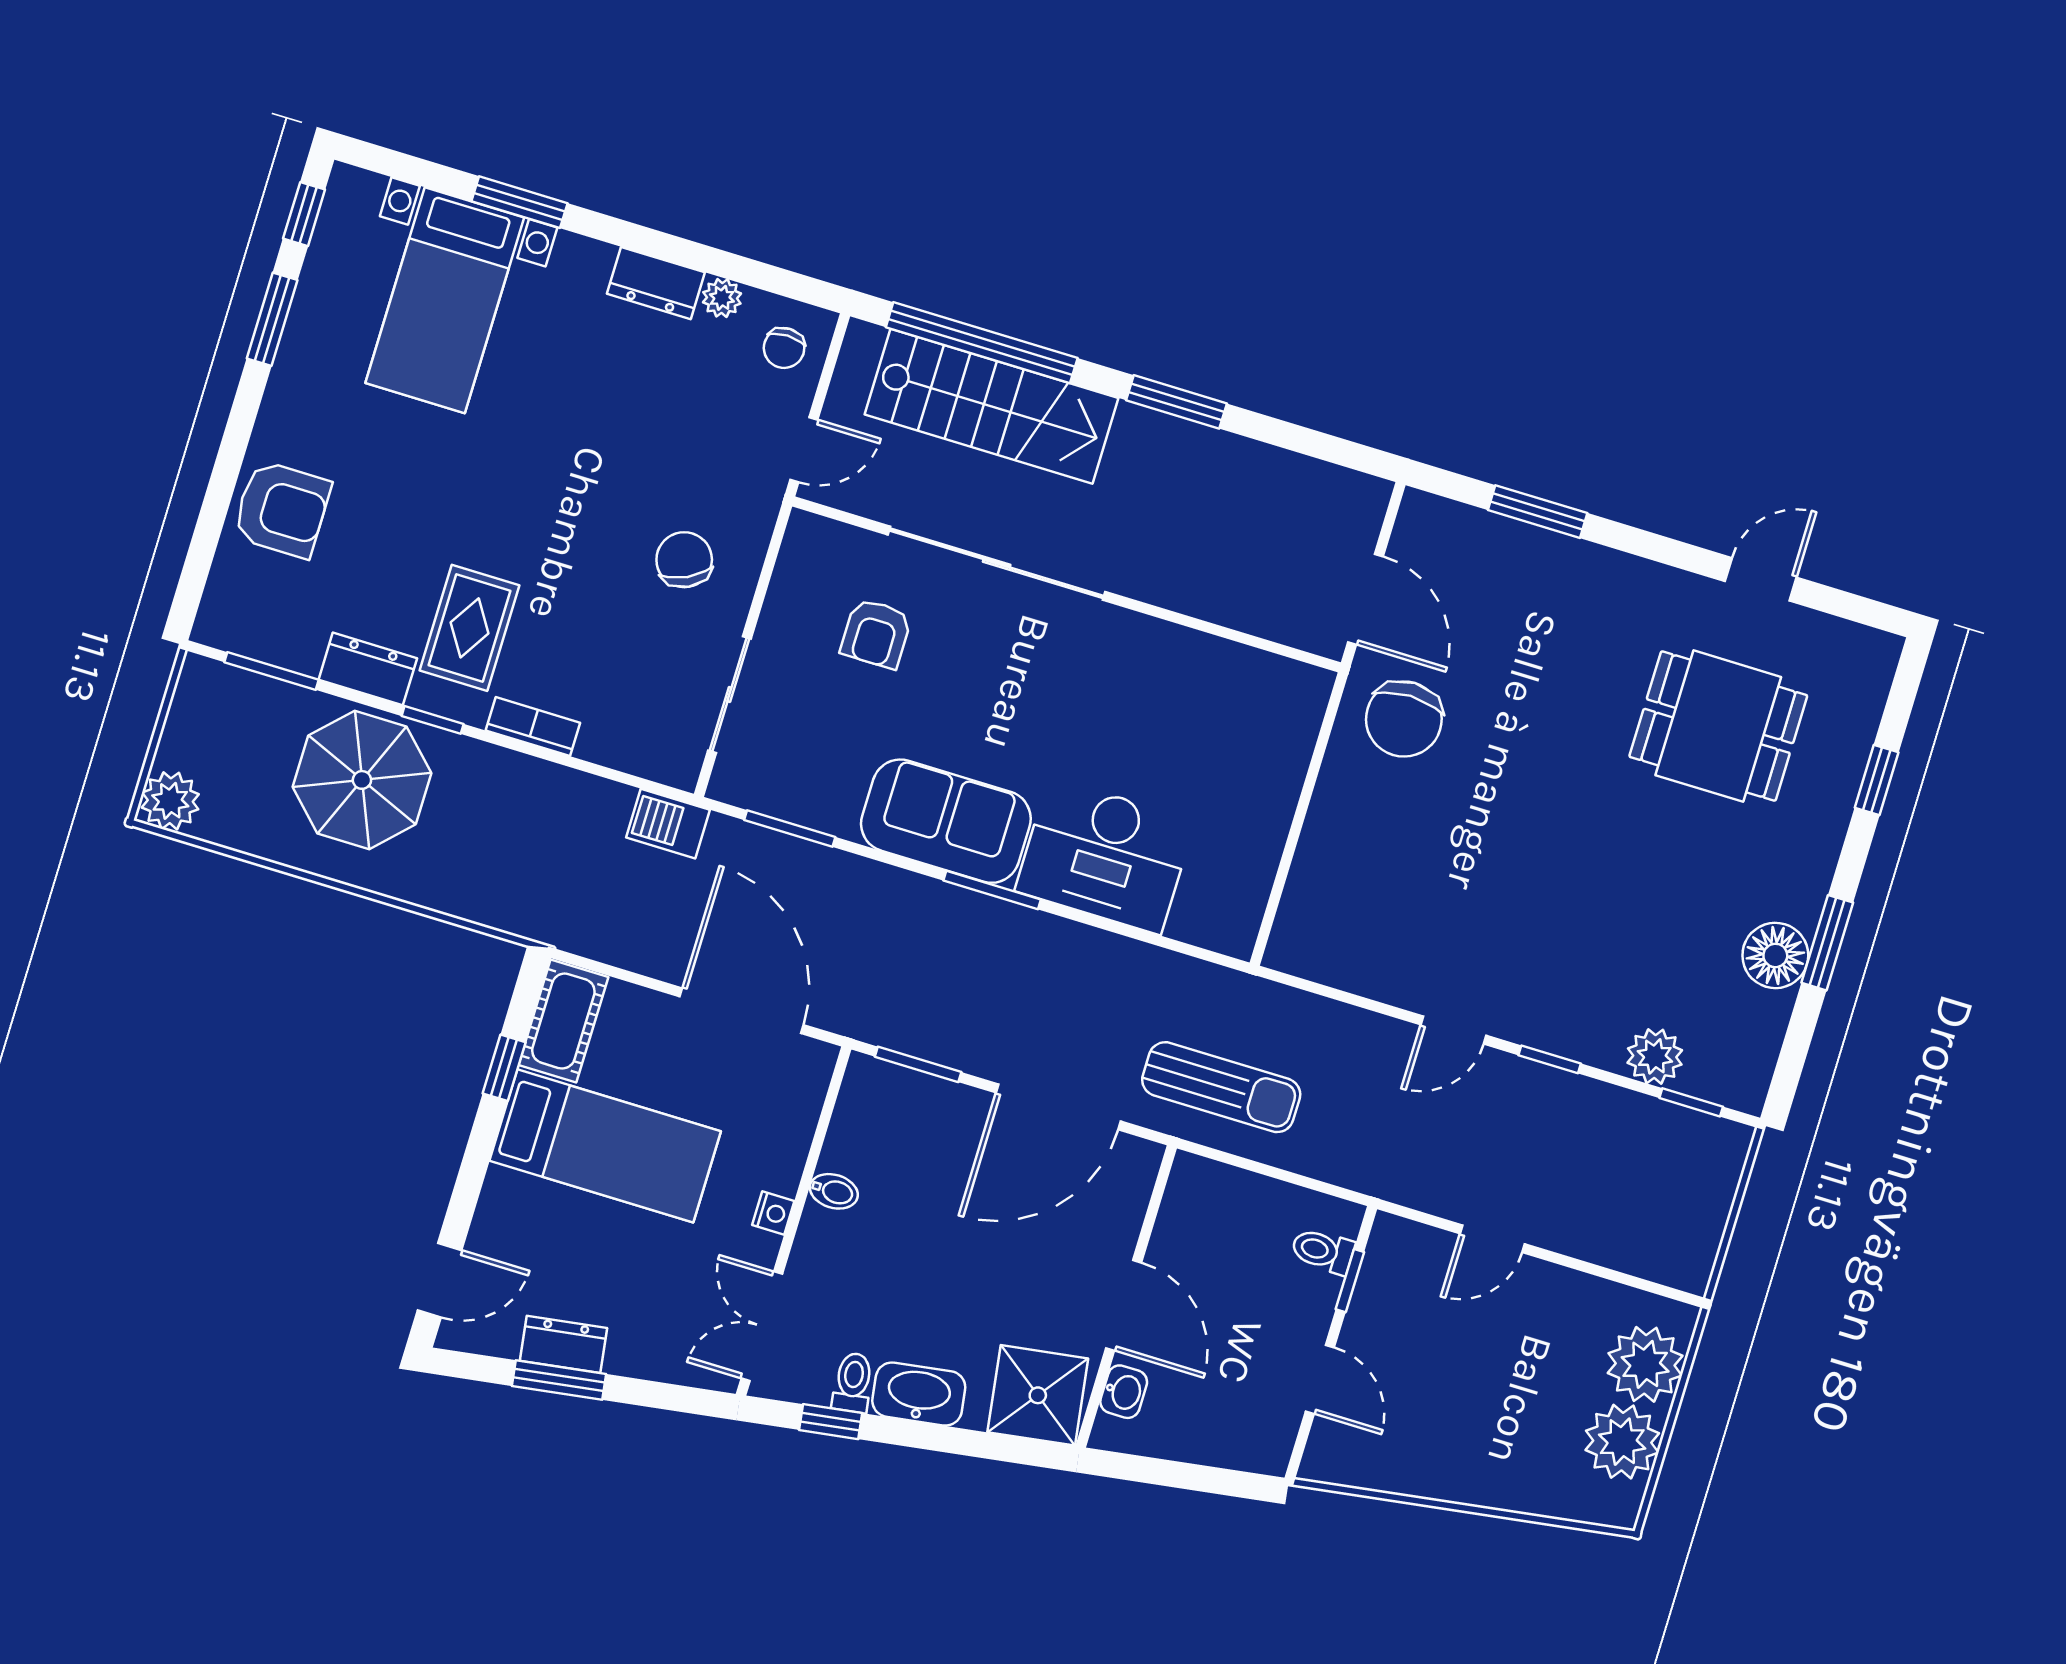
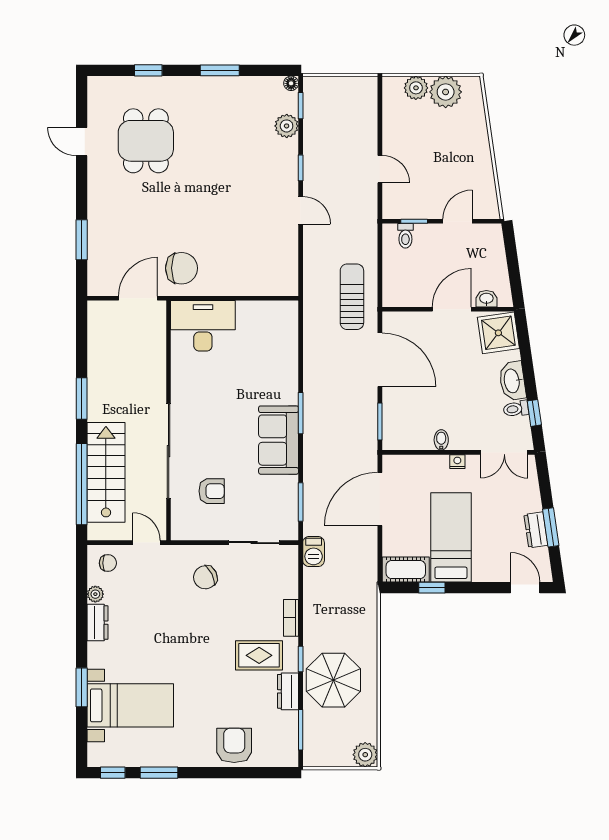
desk: (1105, 856) -> (203, 326), moved, turned -90
floor lamp: (1775, 955) -> (291, 83), moved, width x0.53, depth x0.53
plant: (1645, 1364) -> (416, 88), width x0.73, depth x0.73

